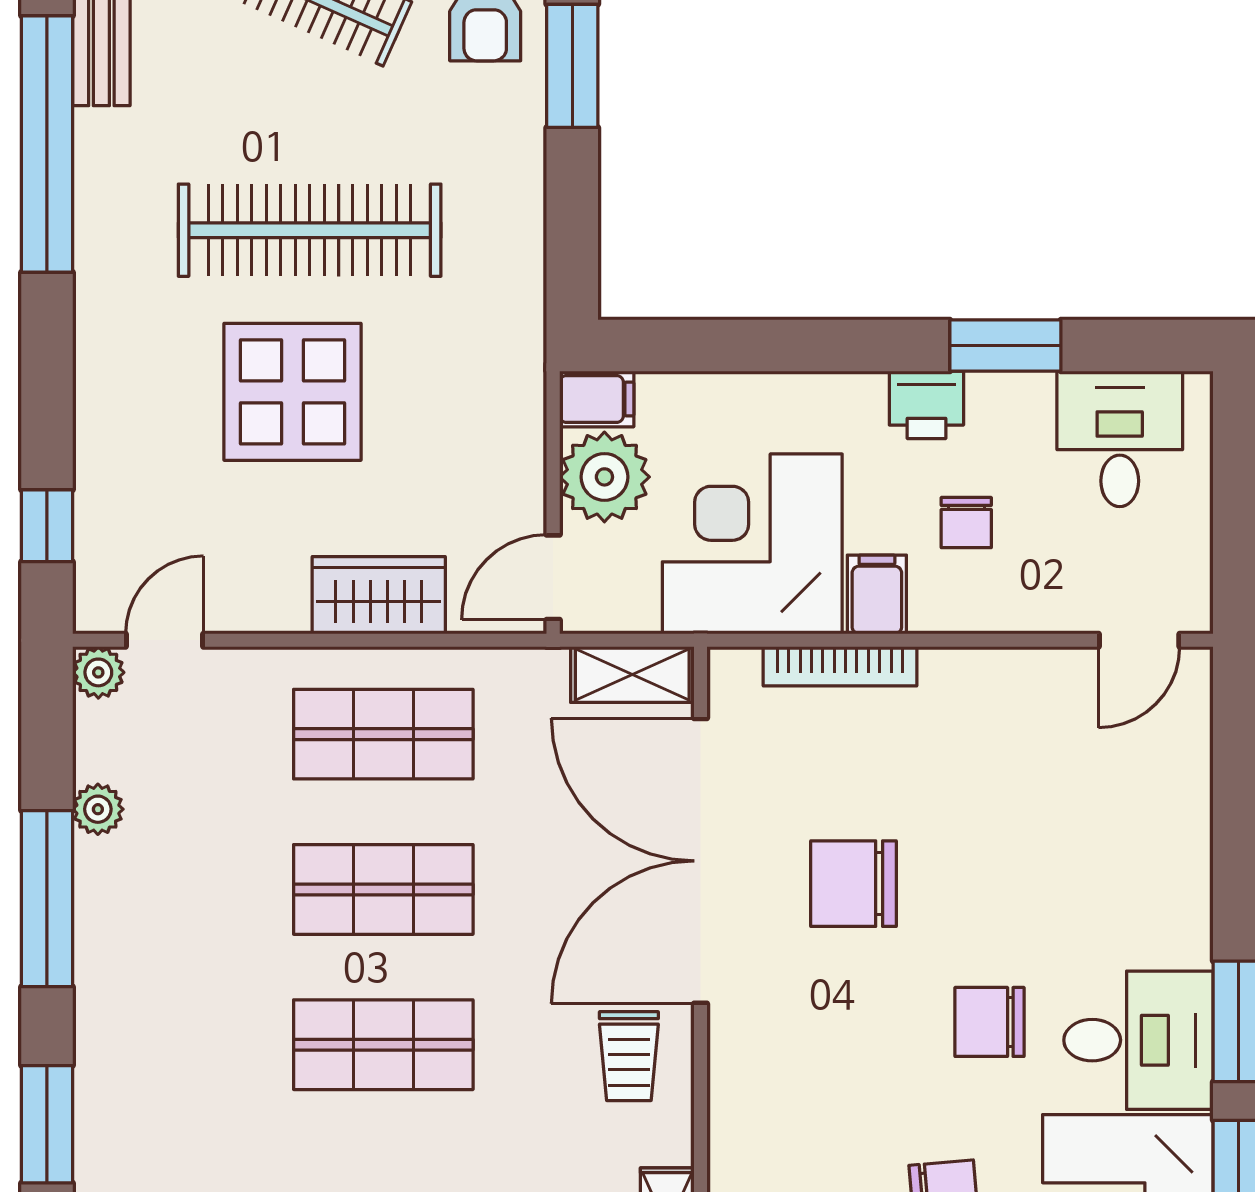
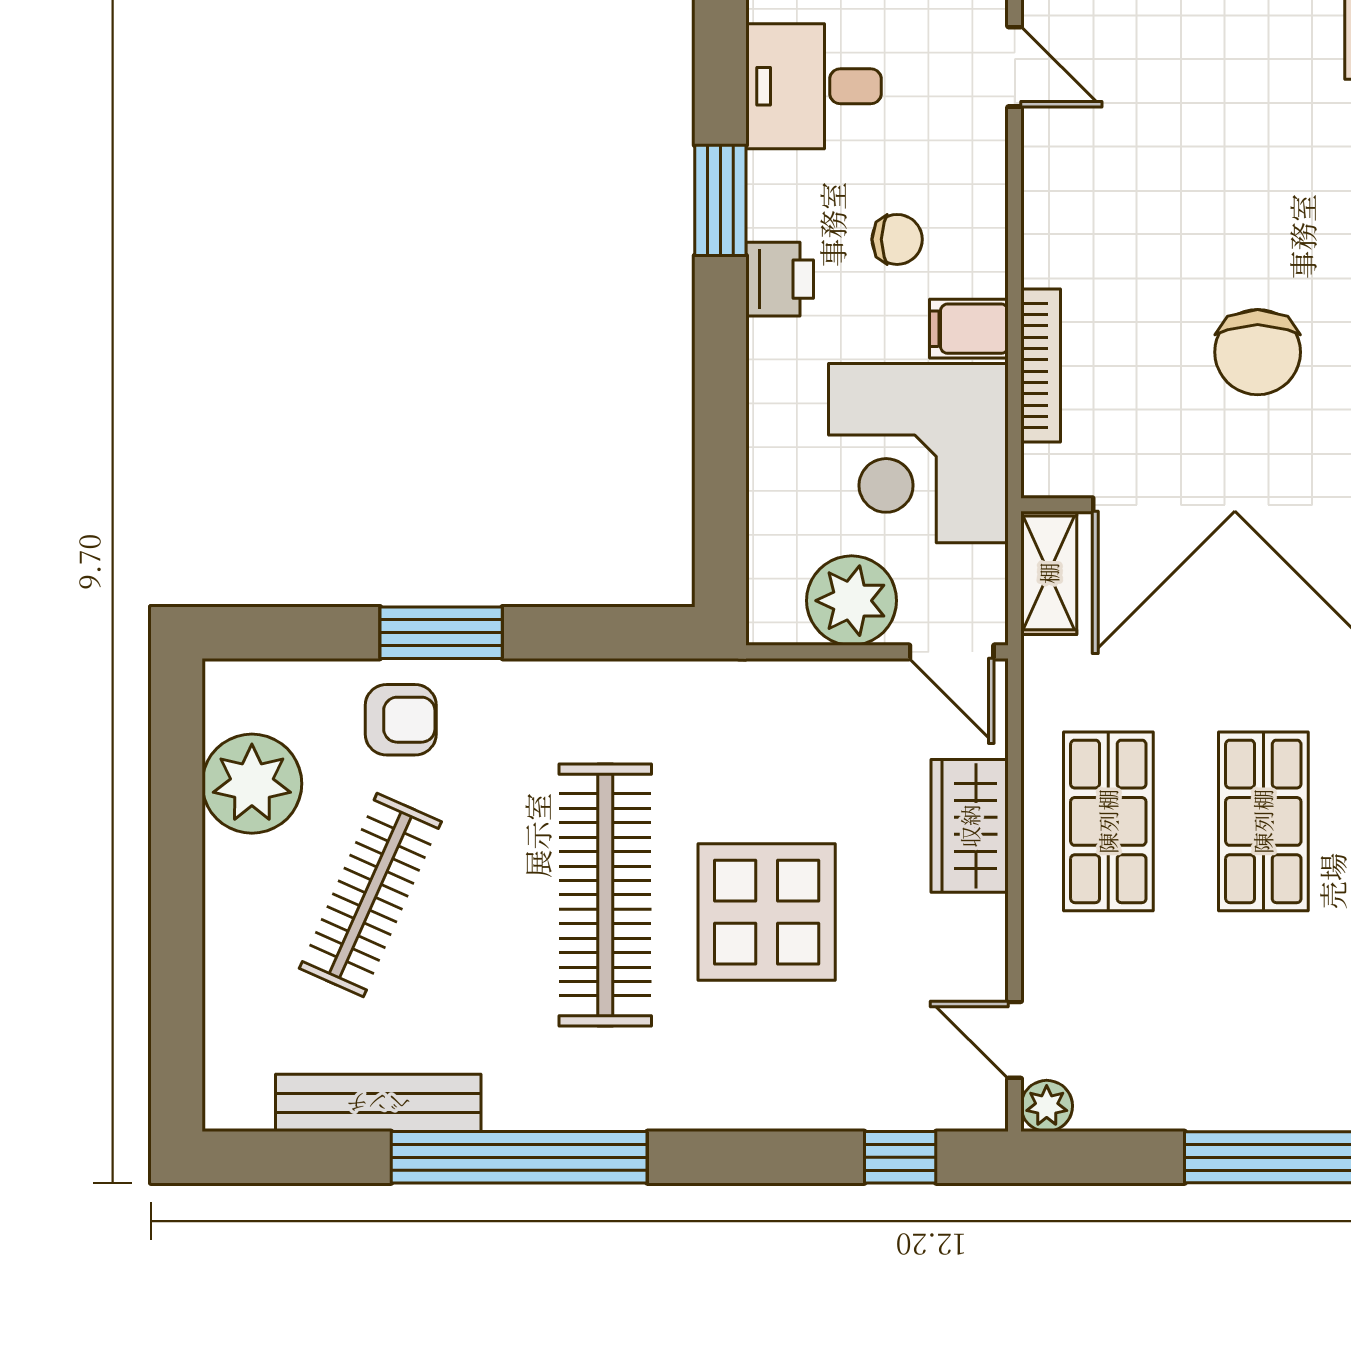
filing cabinet: (597, 399) -> (774, 608), removed
plant: (98, 809) -> (1183, 1106), removed

